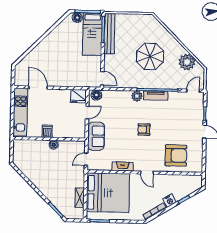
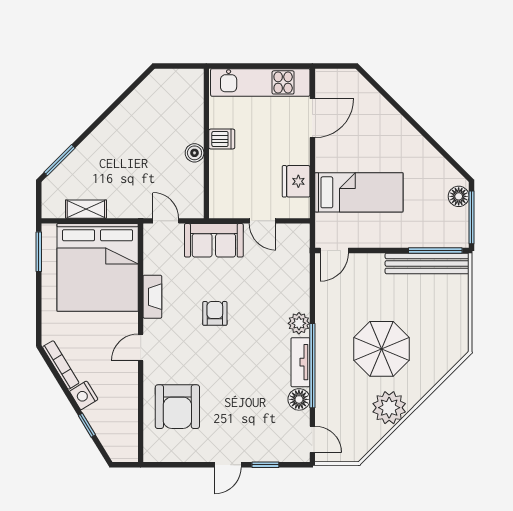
bed: (92, 34) -> (359, 192), moved, turned 180
plant: (187, 62) -> (389, 408), moved
floor lamp: (96, 95) -> (299, 399), moved
fridge: (79, 96) -> (296, 181), moved
armchair: (144, 130) -> (215, 313), moved

